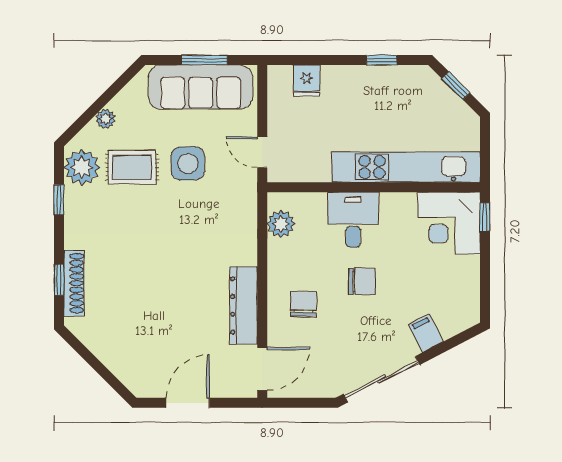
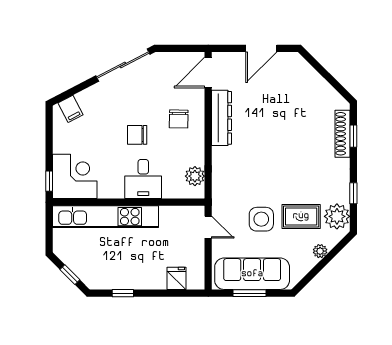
filing cabinet: (426, 333) -> (70, 109), moved

